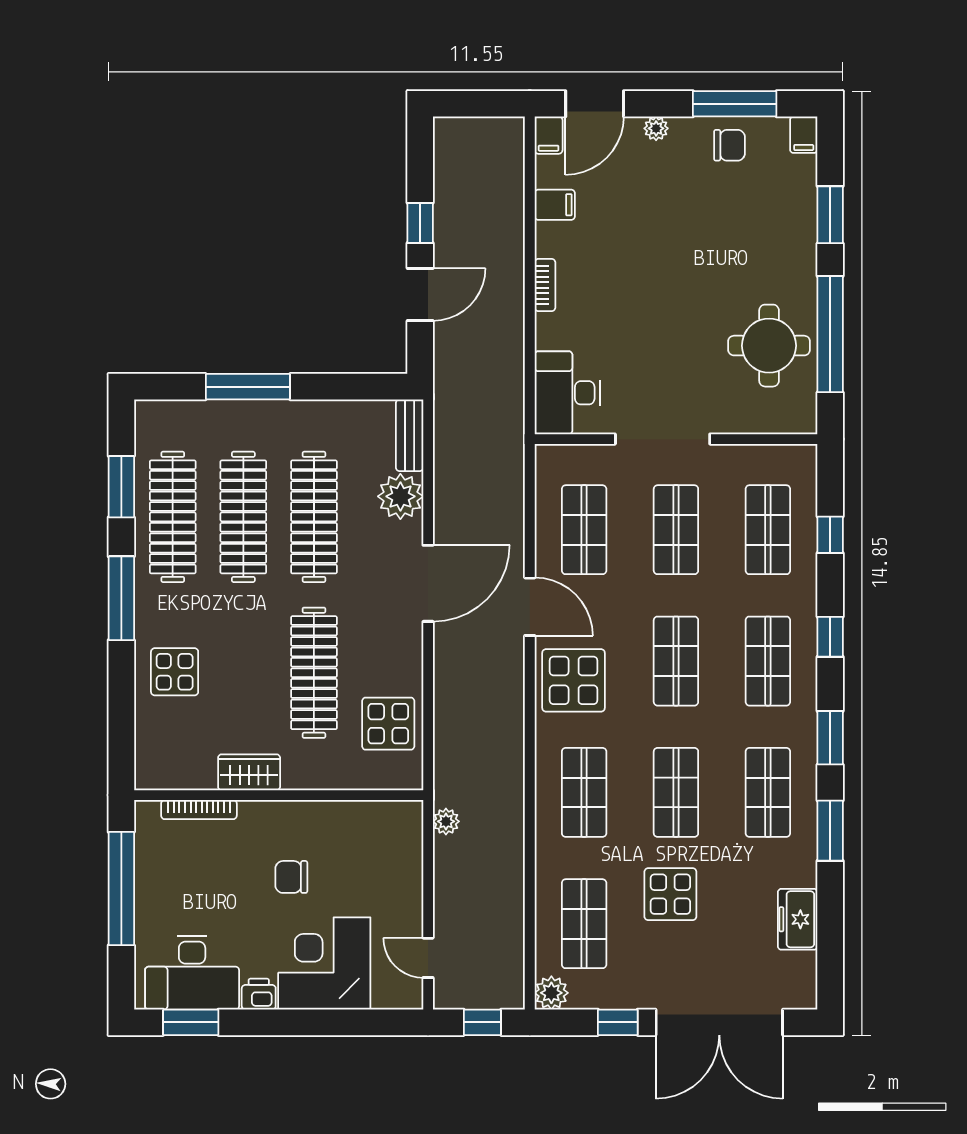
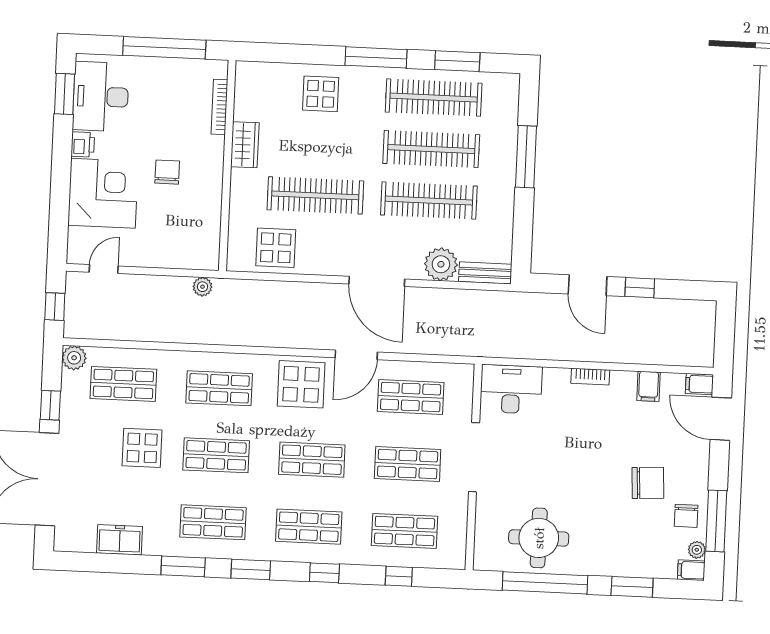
plant: (656, 128) -> (697, 550), moved
chair: (687, 200) -> (648, 483), added

